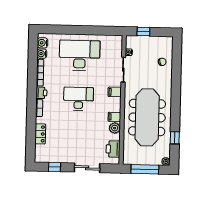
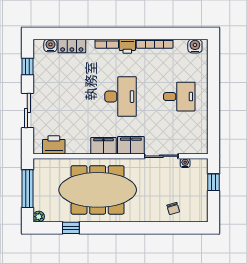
water cooler: (42, 54) -> (50, 45), moved
desk: (80, 55) -> (179, 97), width x0.53, depth x0.77
filing cabinet: (115, 92) -> (131, 145), width x2.00
filing cabinet: (114, 117) -> (103, 146), width x2.00
plant: (115, 128) -> (82, 146), removed

